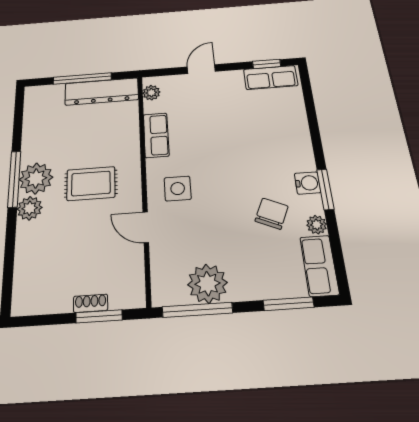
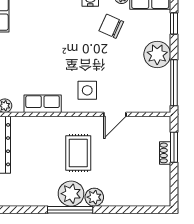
plant: (207, 284) -> (157, 54), moved
window: (288, 304) -> (174, 24), width x0.67

